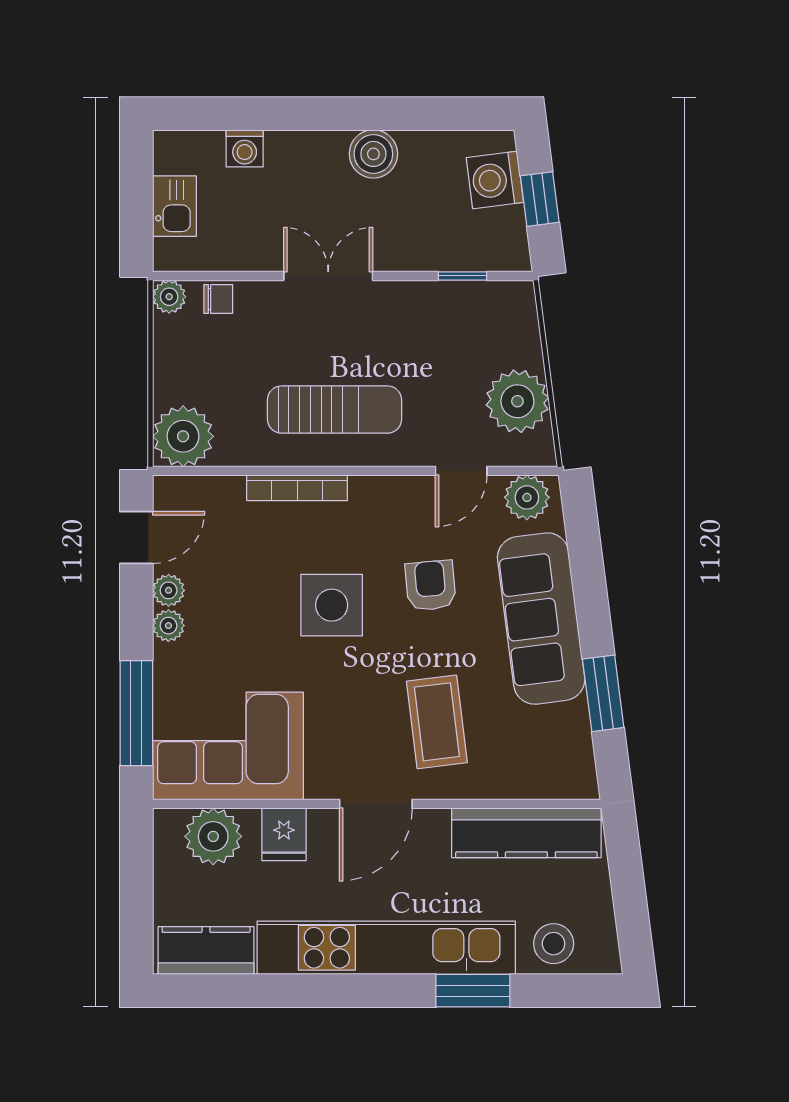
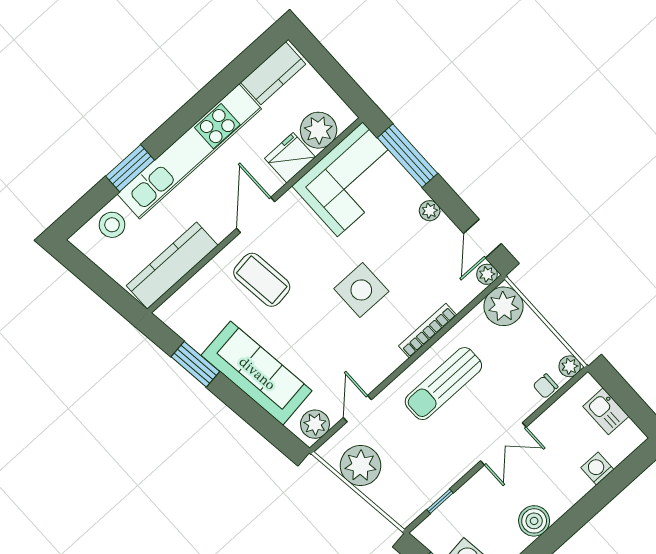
armchair: (430, 585) -> (323, 341), removed
plant: (169, 590) -> (487, 274), moved
fridge: (284, 834) -> (290, 158), width x1.38

